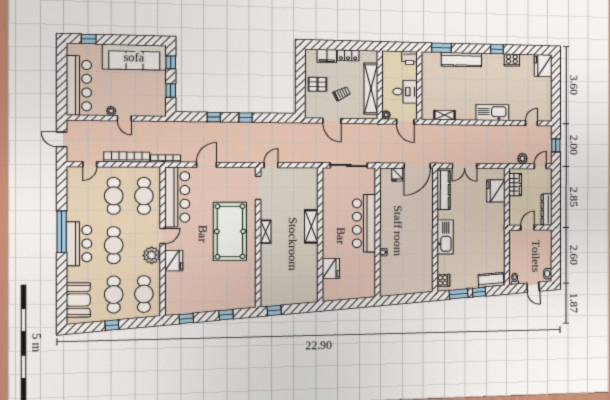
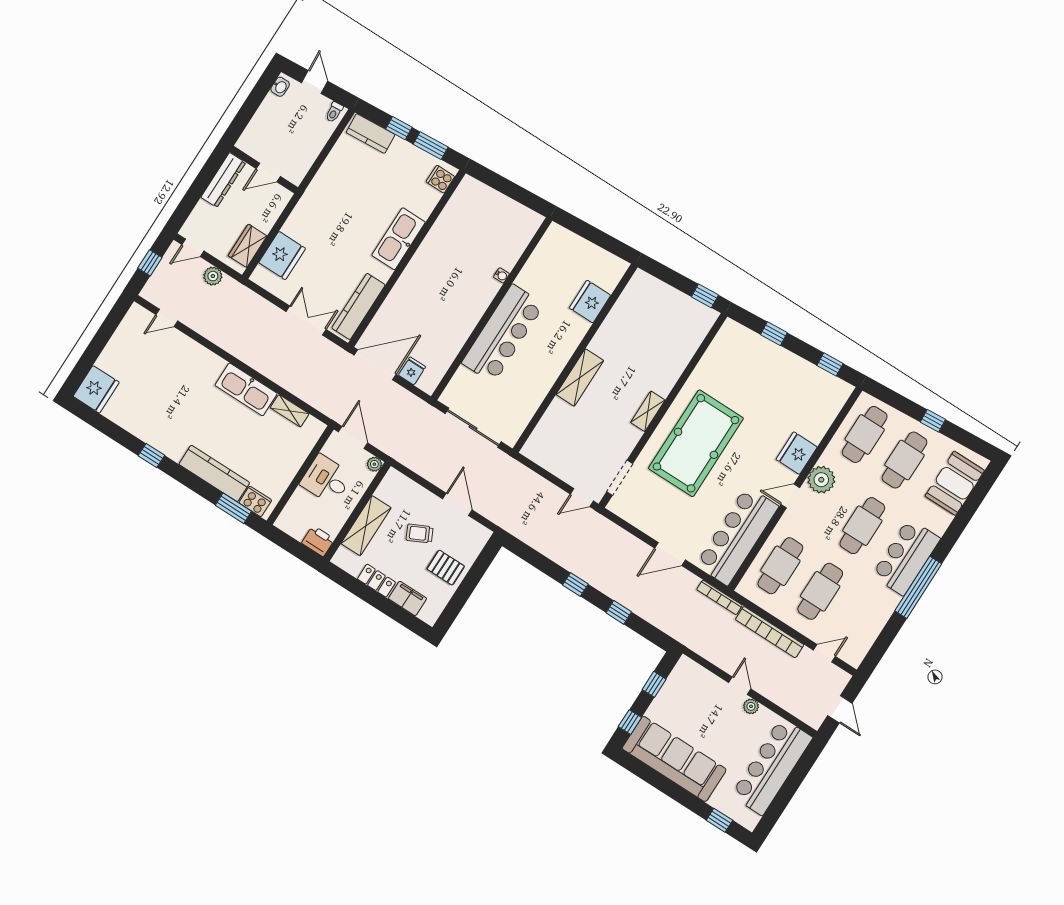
printer: (410, 58) -> (318, 541), moved
cooker: (512, 60) -> (255, 501), moved
shelving: (371, 89) -> (366, 526), width x0.68
kitchen sink: (492, 112) -> (246, 389), moved

